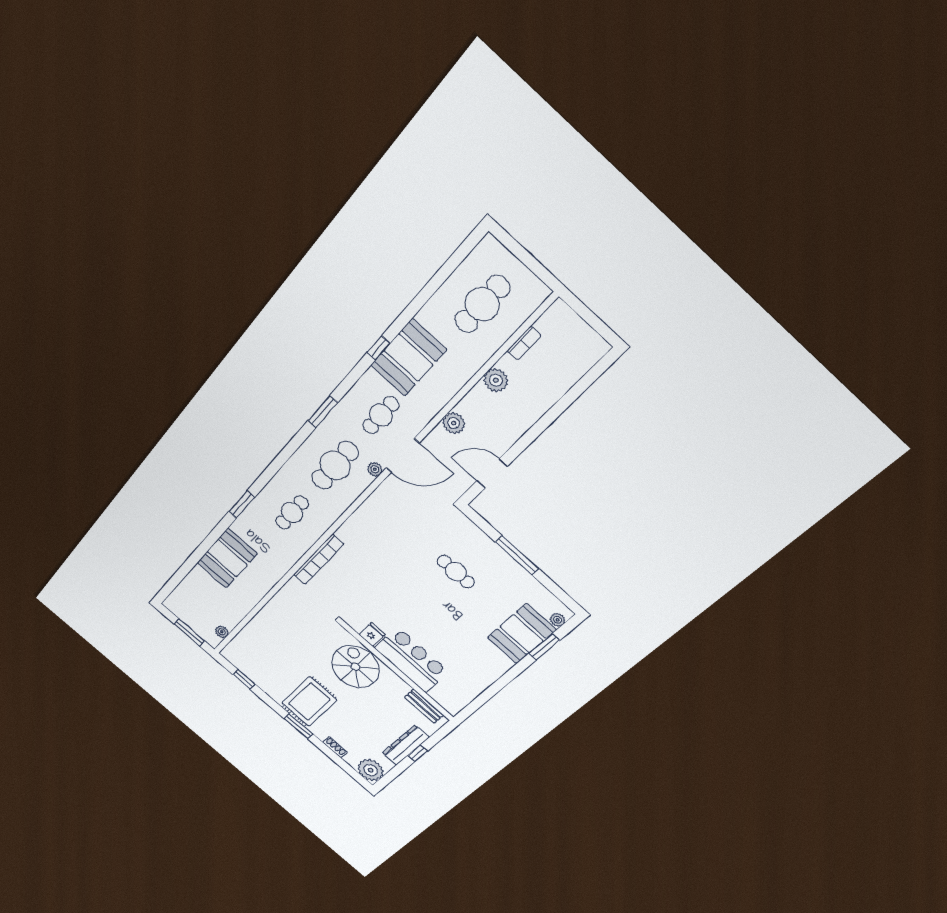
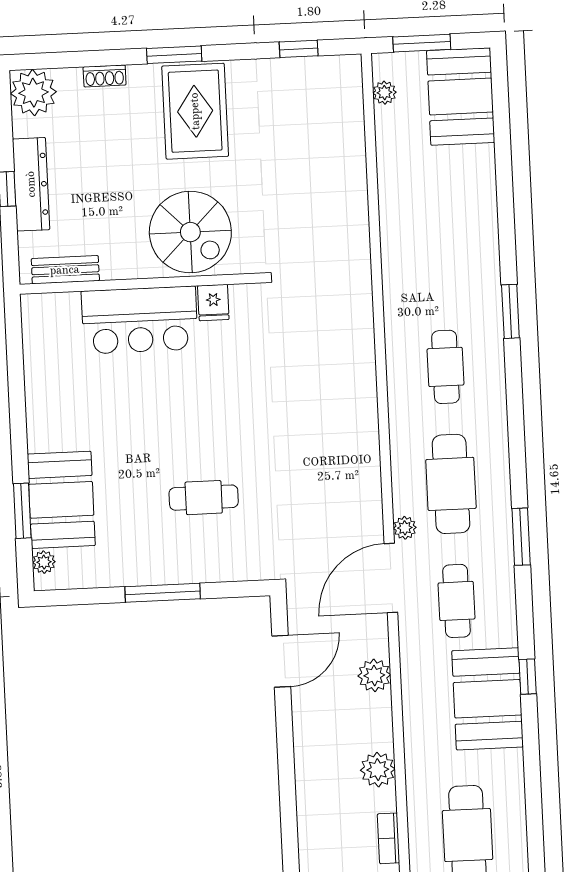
booth: (227, 558) -> (461, 97), moved
bookcase: (319, 559) -> (363, 337), removed

